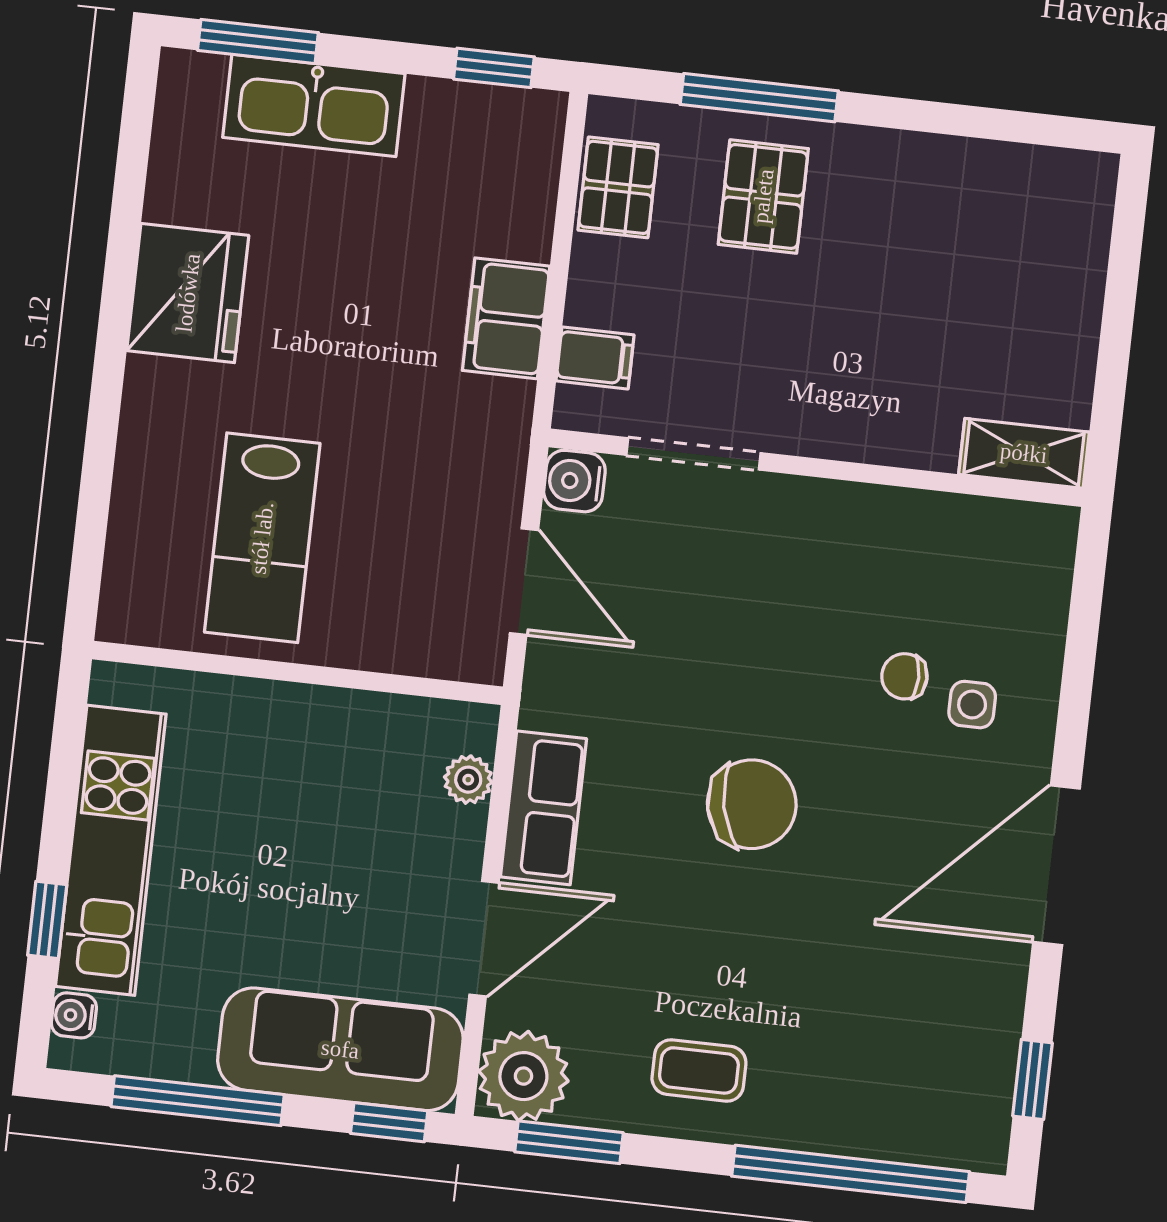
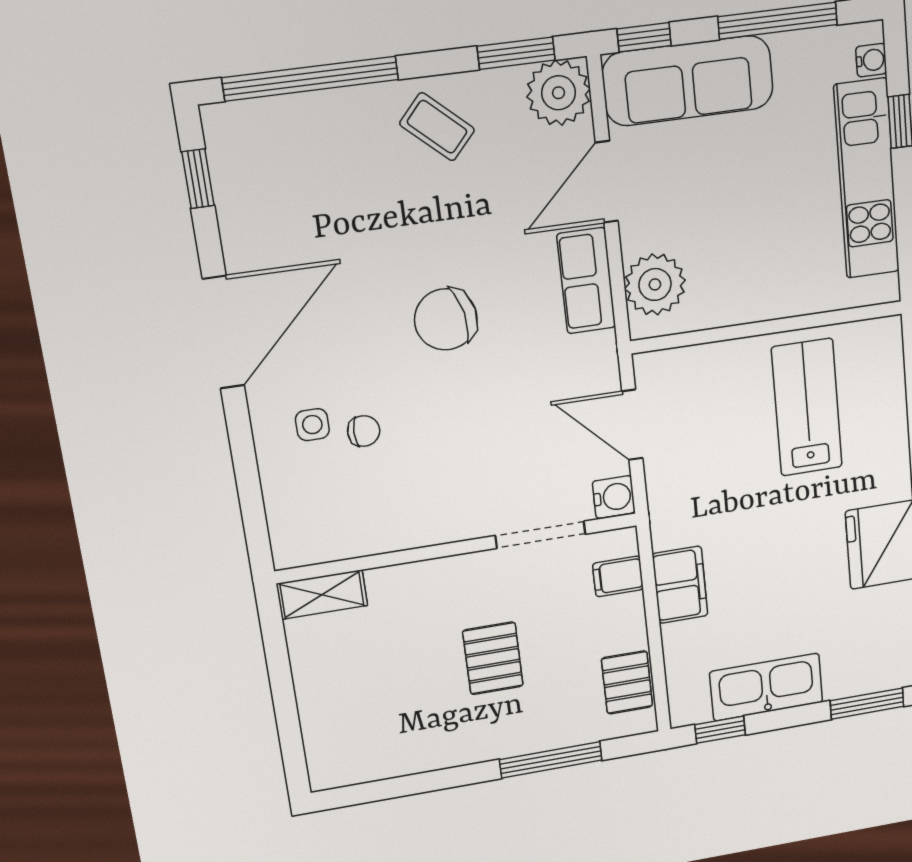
kitchen sink: (314, 105) -> (766, 687), moved
pallet: (763, 196) -> (493, 658), moved
plant: (468, 780) -> (655, 284), width x1.88, depth x1.88
coffee table: (699, 1070) -> (437, 127), turned 42

